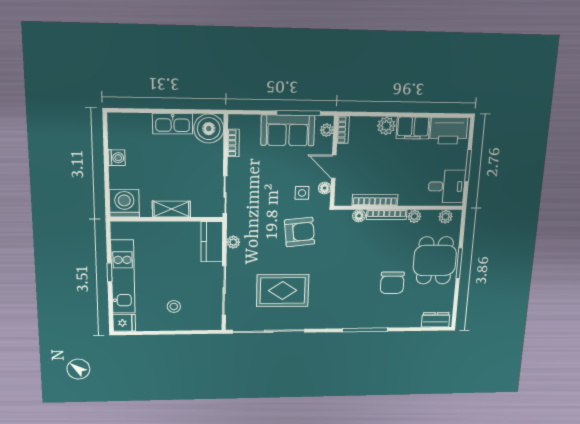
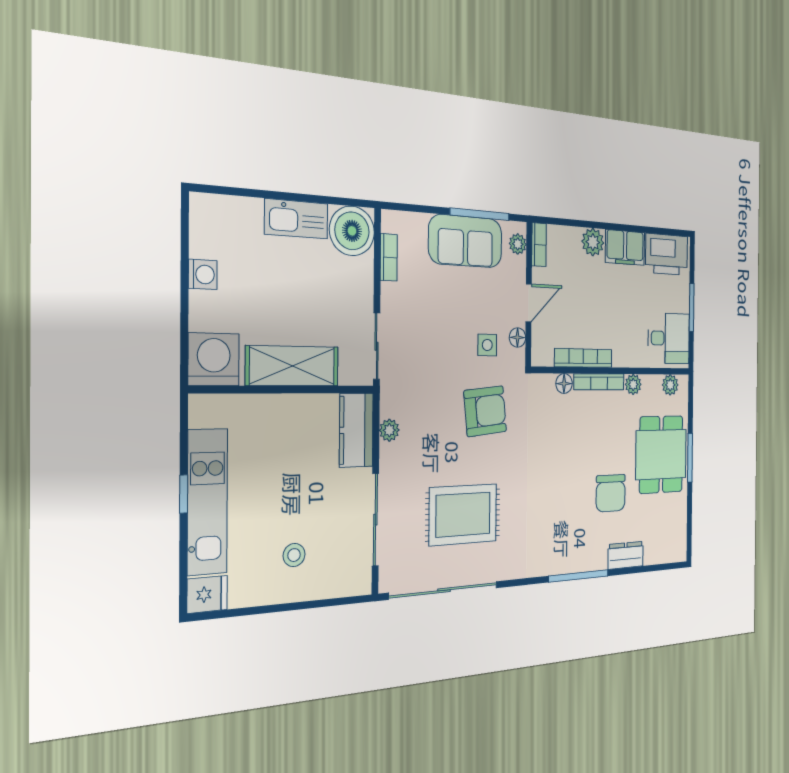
door: (334, 167) -> (529, 303), swing flipped
shelving: (171, 209) -> (292, 366), width x1.50, depth x1.33
dresser: (436, 320) -> (626, 555), moved

